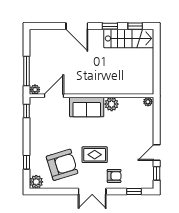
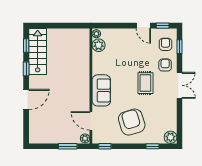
window: (27, 71) -> (68, 146), width x0.69
plant: (112, 104) -> (99, 45), moved
armchair: (62, 165) -> (132, 122), moved
armchair: (136, 176) -> (165, 44), added

